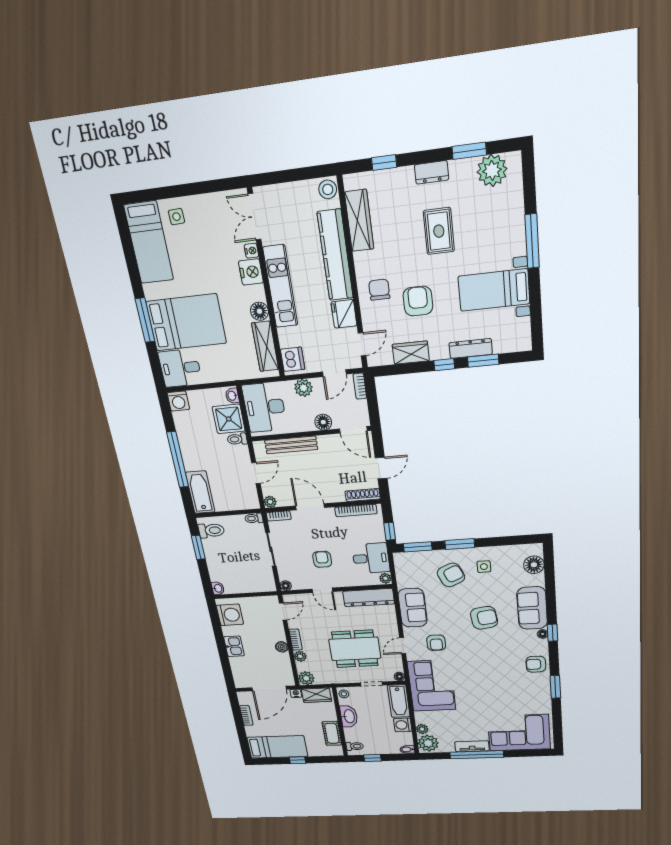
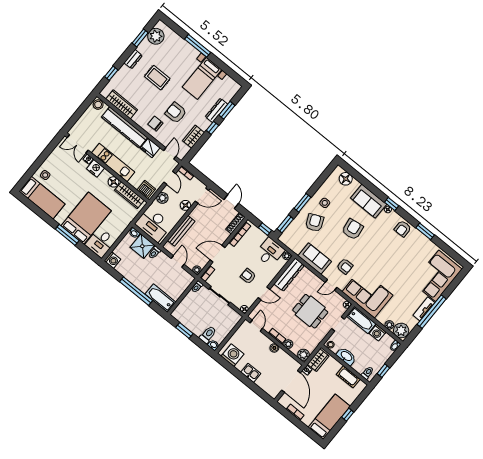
toilet: (211, 530) -> (208, 335), moved
door: (403, 646) -> (331, 285), hinge flipped
dining table: (355, 649) -> (310, 311), width x0.73

